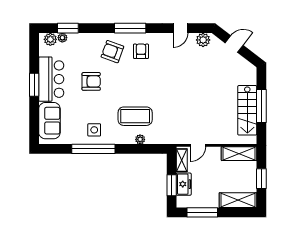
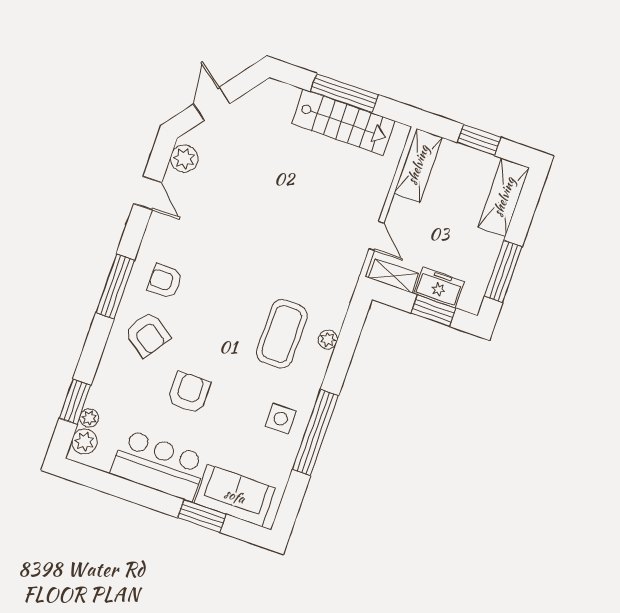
armchair: (112, 52) -> (147, 334), turned -75
window: (34, 85) -> (202, 516), moved

